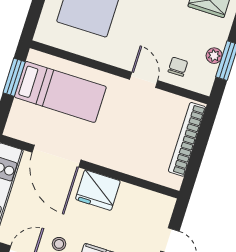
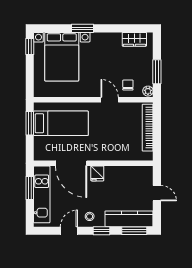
plant: (214, 56) -> (148, 91), moved
fridge: (98, 190) -> (97, 173), width x0.53, depth x0.75

